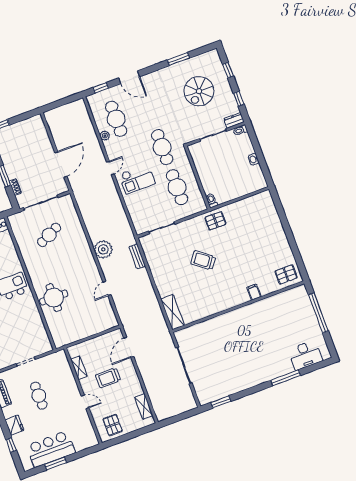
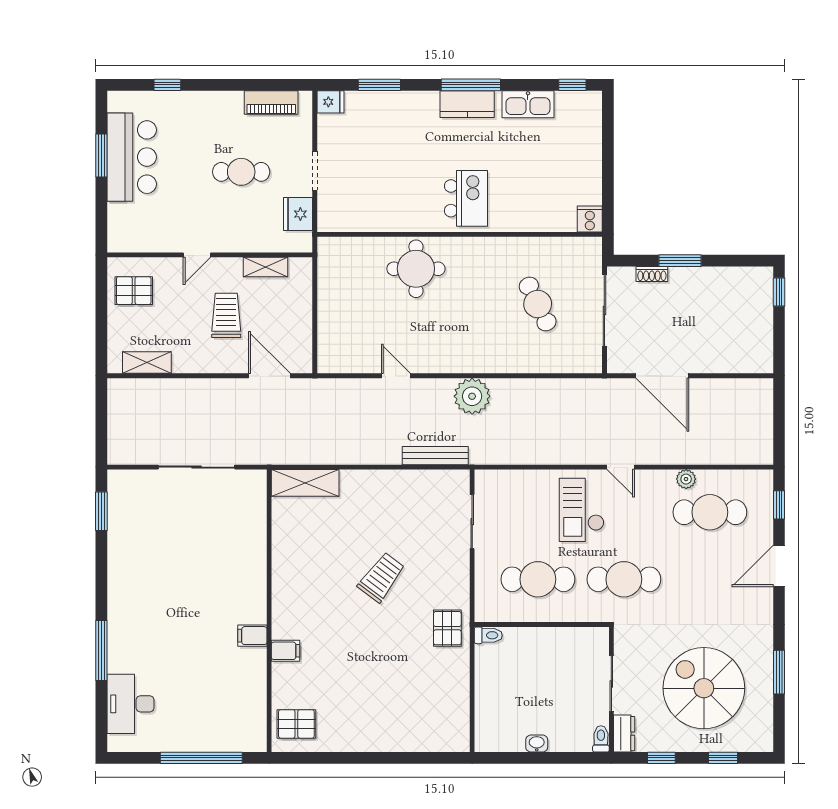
spiral stairs: (199, 91) -> (704, 688), width x1.37, depth x1.37
bench: (137, 256) -> (435, 456), width x1.36
pallet: (286, 274) -> (296, 724), turned 90
filing cabinet: (253, 310) -> (252, 636), added
fridge: (14, 425) -> (298, 214), moved, turned 90

